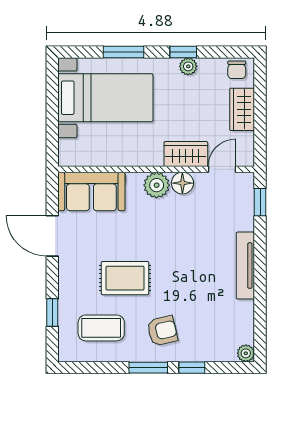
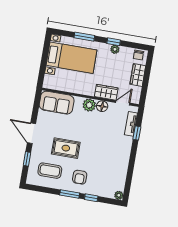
window: (260, 202) -> (137, 133), moved
door: (52, 236) -> (31, 133), moved
tv unit: (245, 266) -> (131, 124), moved, width x0.71
armchair: (162, 331) -> (80, 177), turned 103

